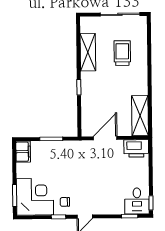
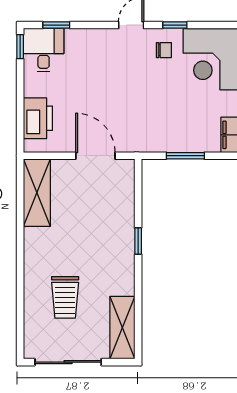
shelving: (88, 52) -> (122, 328), moved
door: (105, 138) -> (95, 156), swing flipped
printer: (136, 148) -> (38, 118), moved, turned 90

